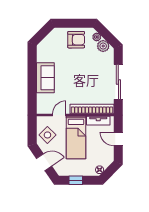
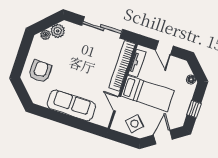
armchair: (76, 40) -> (40, 71), moved
sofa: (45, 78) -> (71, 105), width x1.36
door: (118, 139) -> (164, 48), hinge flipped

